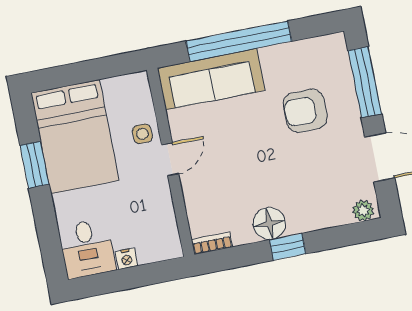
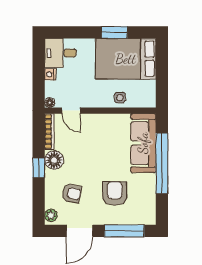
door: (170, 159) -> (71, 111), moved
armchair: (319, 183) -> (72, 193), added
bookcase: (212, 243) -> (49, 132), width x1.56
floor lamp: (174, 250) -> (50, 103), added

